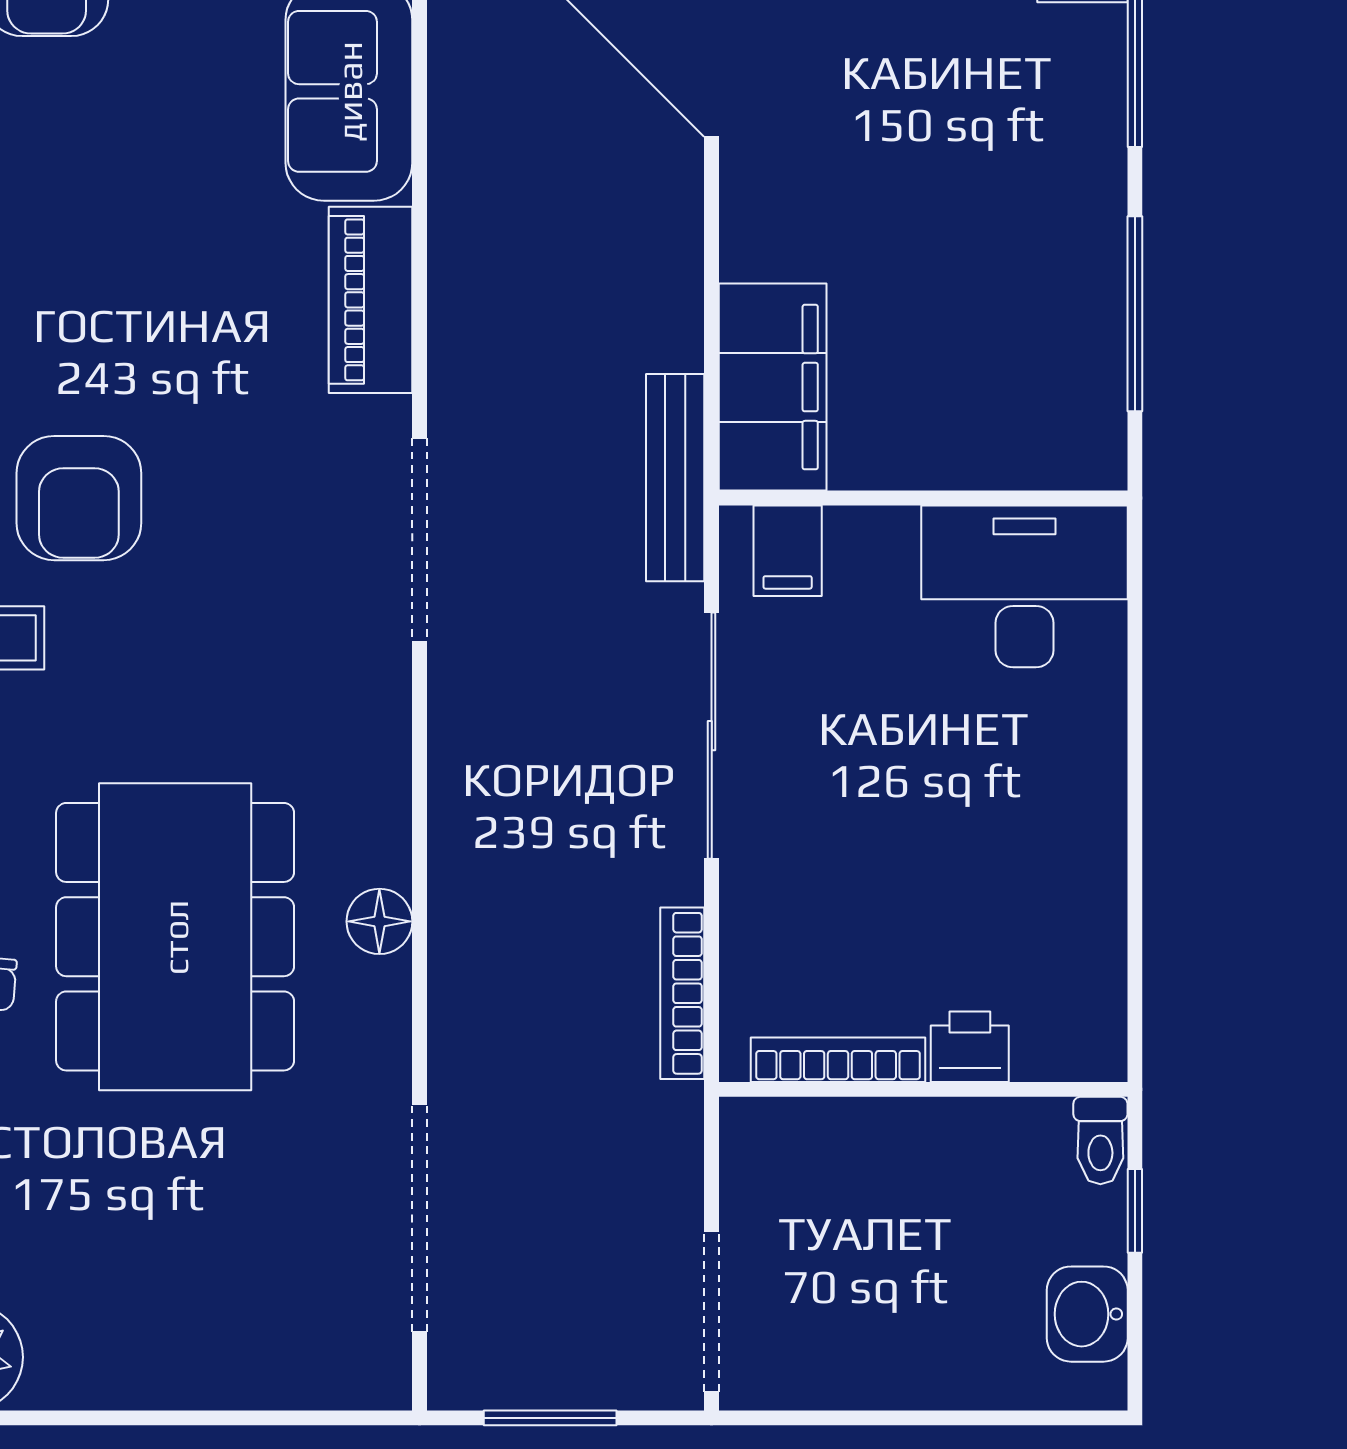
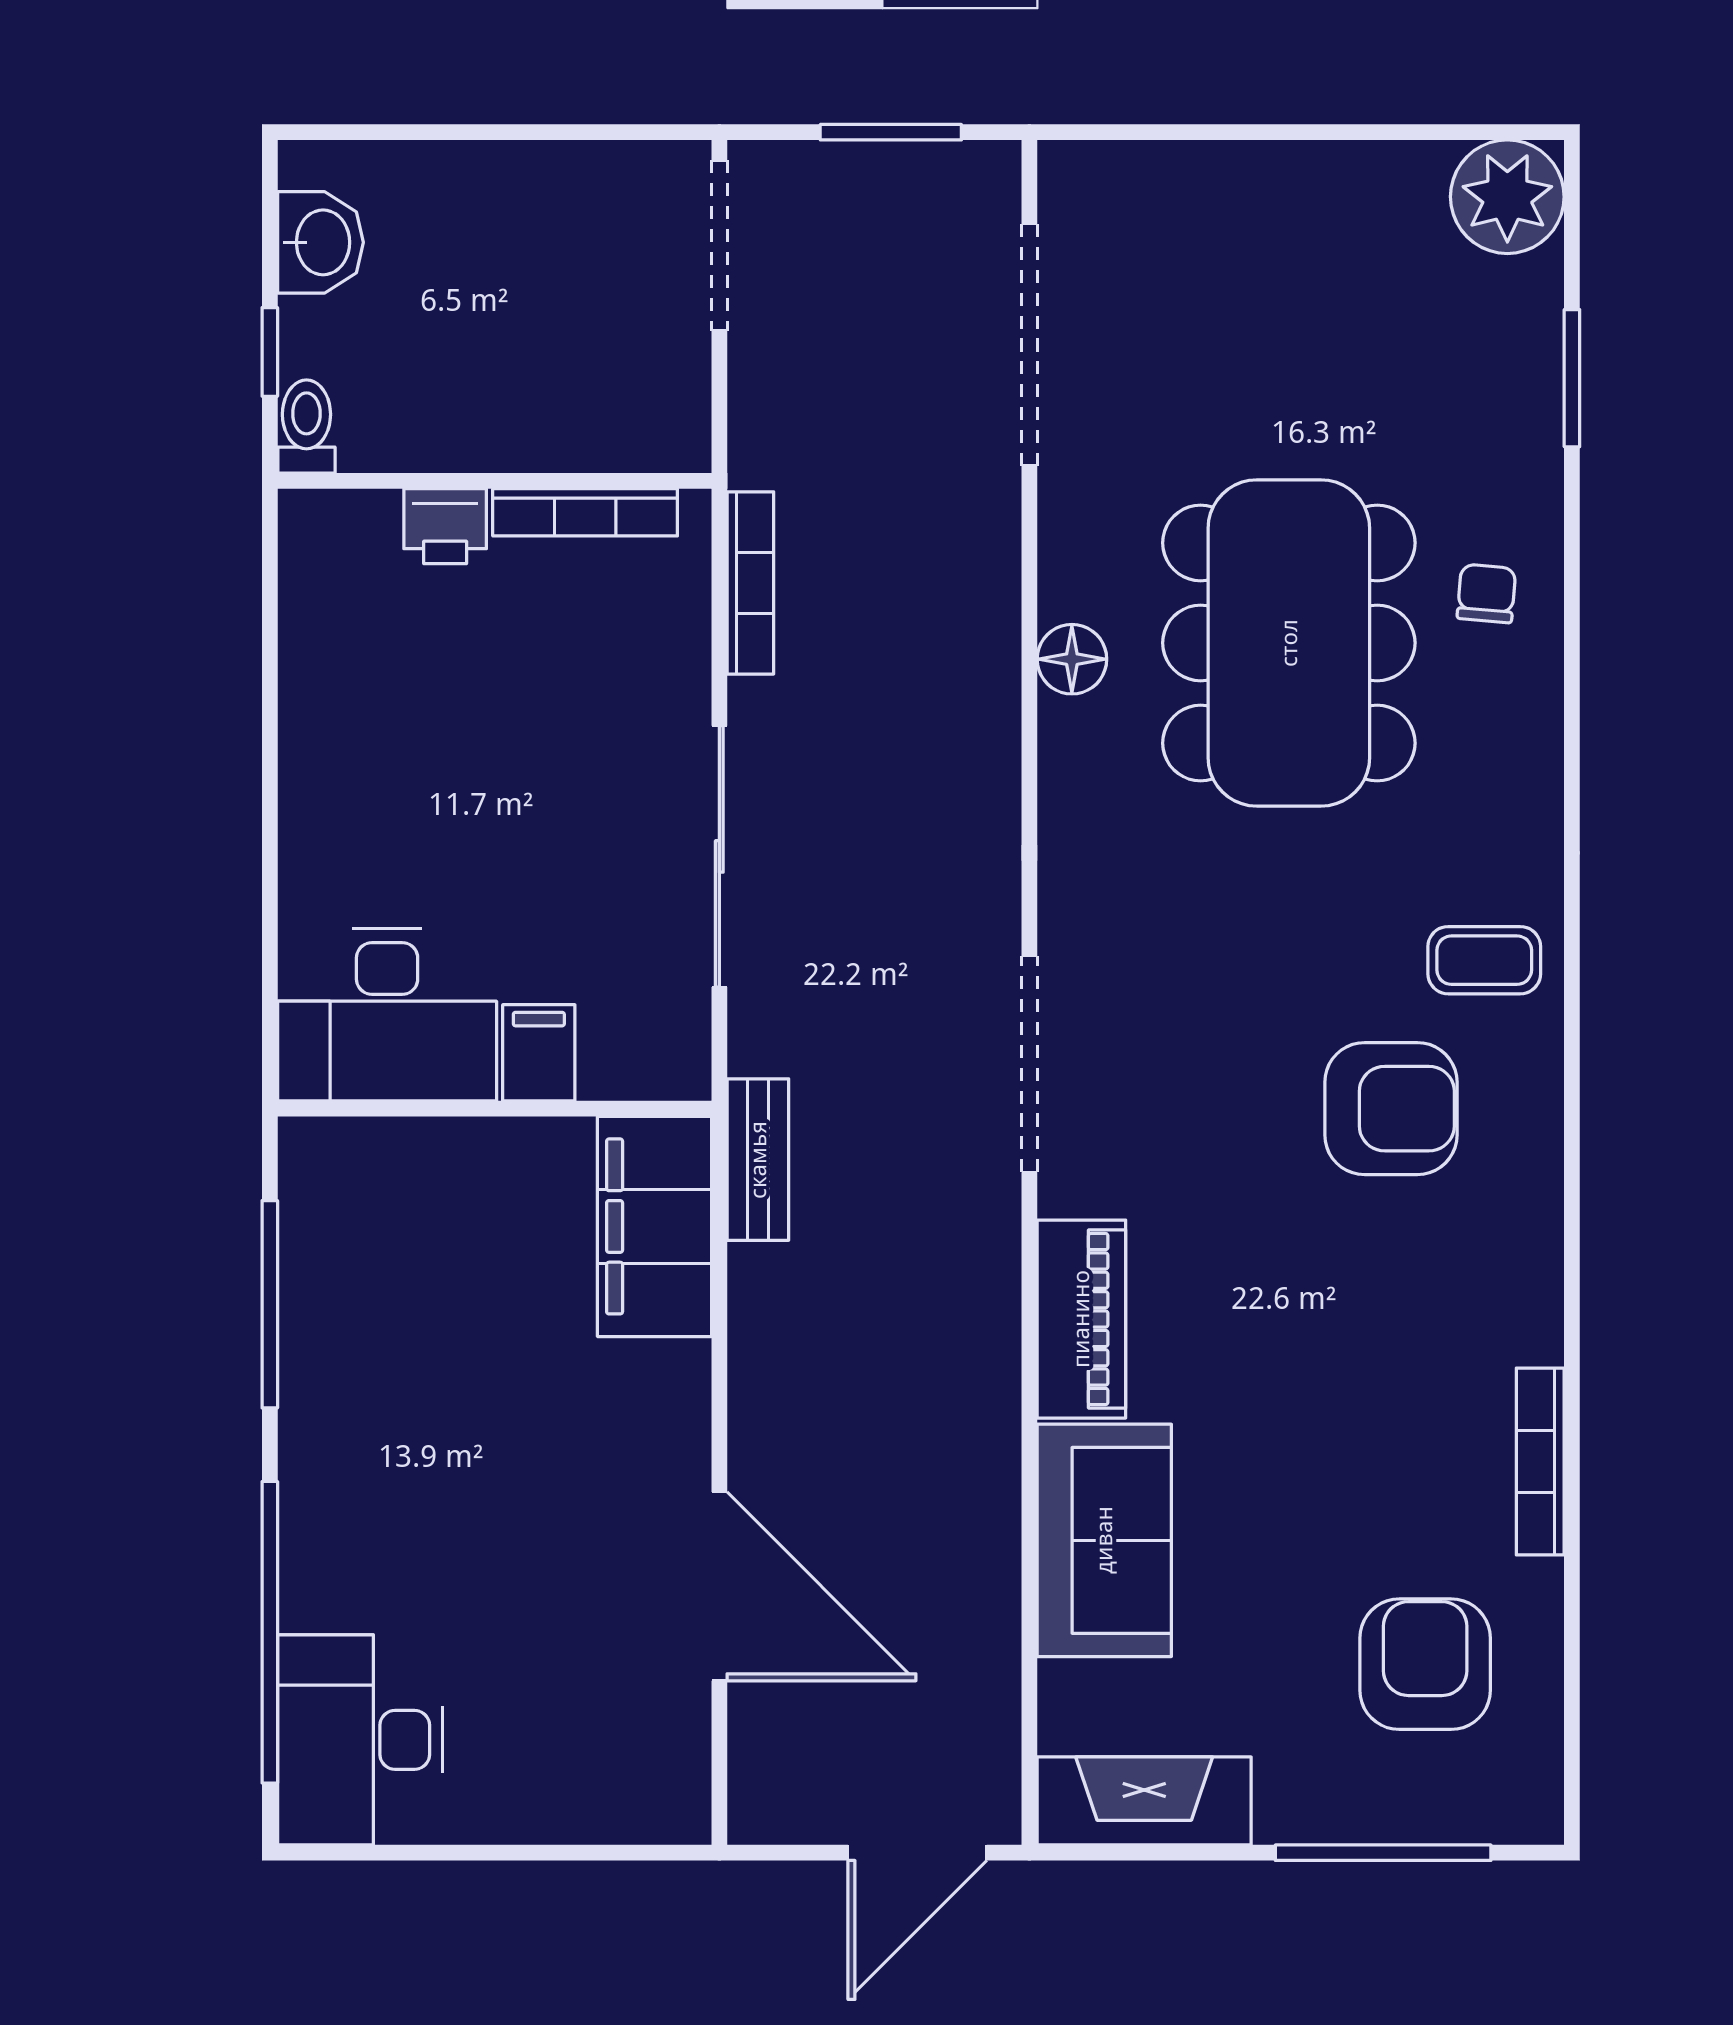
bench: (675, 478) -> (758, 1160), width x0.73
armchair: (79, 498) -> (1391, 1109), turned 90
filing cabinet: (788, 551) -> (539, 1053), moved

